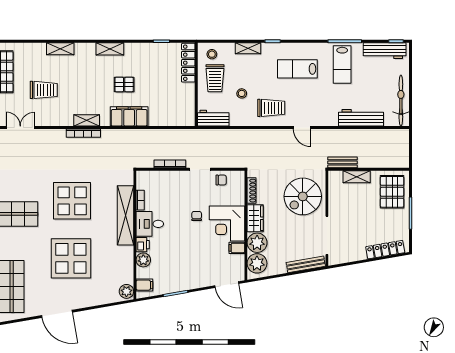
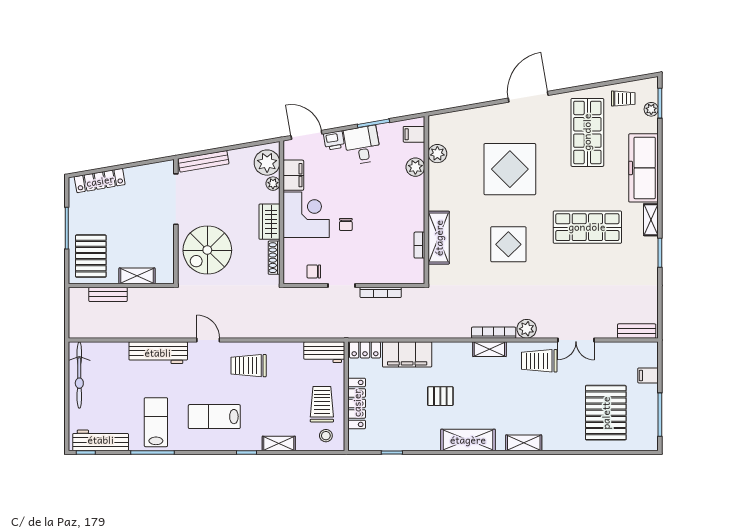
shelving: (110, 49) -> (468, 440), width x1.50, depth x1.33
locker: (188, 63) -> (357, 403), moved
lab bench: (297, 69) -> (214, 417), turned 180
trolley: (44, 90) -> (539, 361), moved
stool: (242, 93) -> (287, 384), removed
filing cabinet: (129, 116) -> (407, 354), moved
workbench: (361, 118) -> (158, 353), moved
locker: (182, 120) -> (365, 350), added
plant: (58, 136) -> (527, 329), added
bench: (343, 162) -> (108, 294), moved
spiral stairs: (303, 196) -> (207, 250), turned 180
display table: (72, 201) -> (508, 244), width x0.73, depth x0.73
shelving: (125, 215) -> (439, 238), width x0.68
desk: (150, 224) -> (362, 145), moved, turned -100
plant: (257, 243) -> (273, 184), width x0.53, depth x0.53
printer: (143, 245) -> (334, 140), moved, turned -100
filing cabinet: (237, 248) -> (293, 175), width x2.00
plant: (126, 291) -> (437, 154), moved
door: (57, 314) -> (528, 97), hinge flipped

